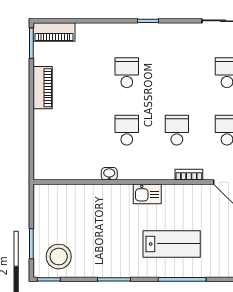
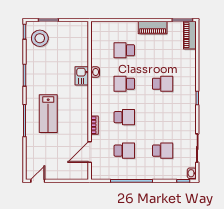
school desk: (77, 130) -> (124, 50), added
school desk: (127, 130) -> (124, 84), turned 180
kitchen sink: (147, 194) -> (82, 76), moved

